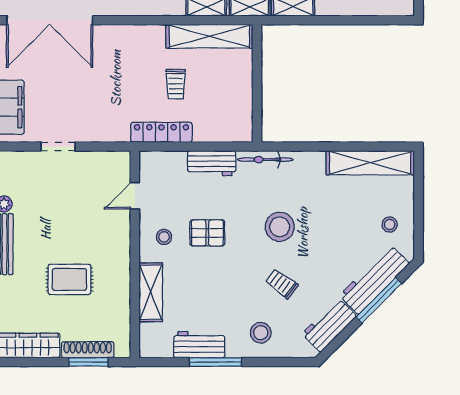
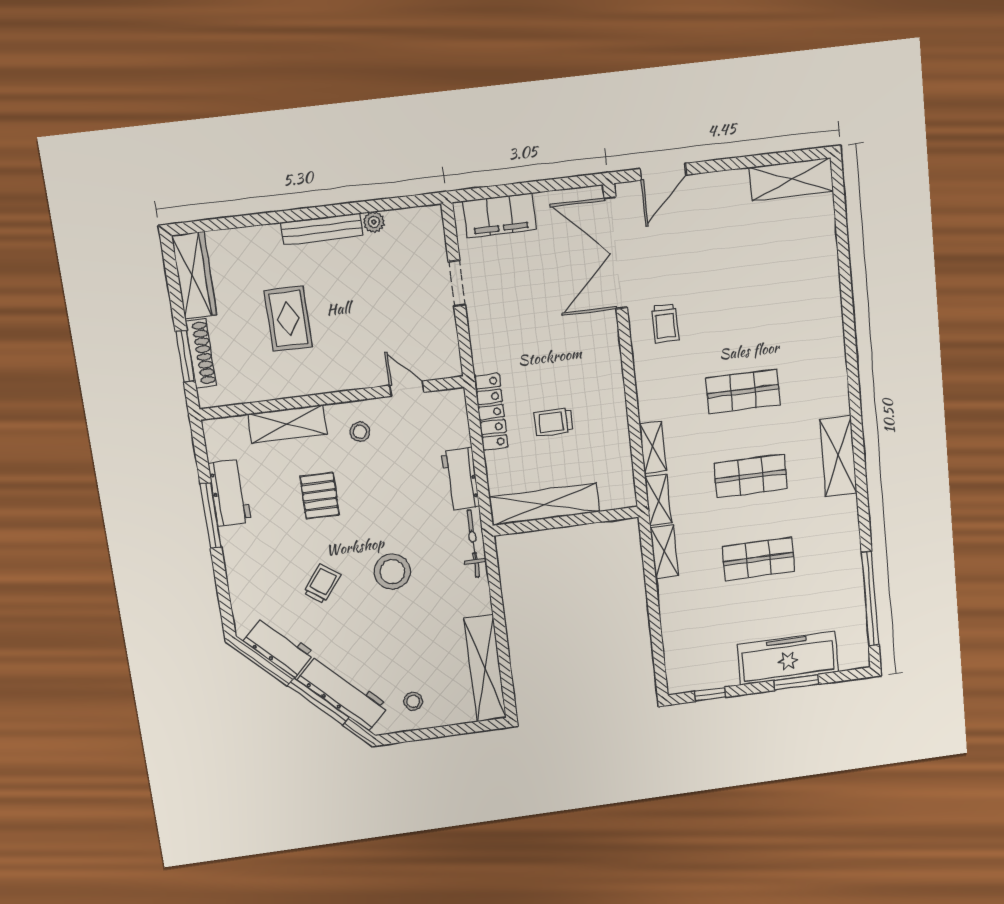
shelving: (209, 36) -> (544, 504), moved, turned 90
pallet: (207, 233) -> (320, 496), moved
stool: (261, 333) -> (257, 566), removed

